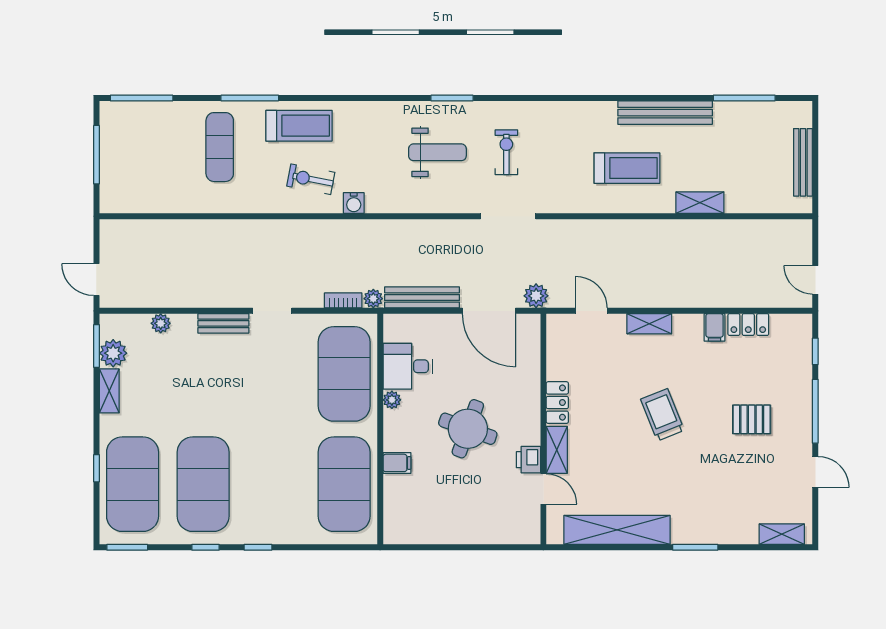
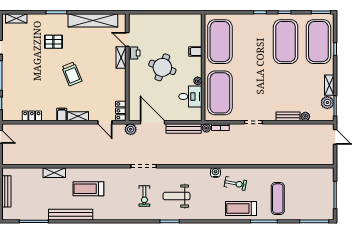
bench: (223, 323) -> (288, 116), moved
filing cabinet: (714, 327) -> (62, 115), moved
locker: (557, 403) -> (121, 111), moved
pallet: (752, 419) -> (53, 42), moved

